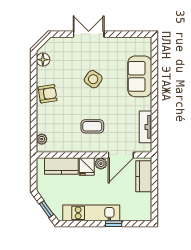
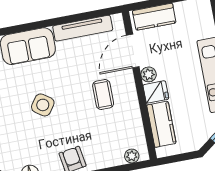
tv unit: (145, 127) -> (83, 28), width x1.41
door: (121, 155) -> (133, 51), swing flipped

